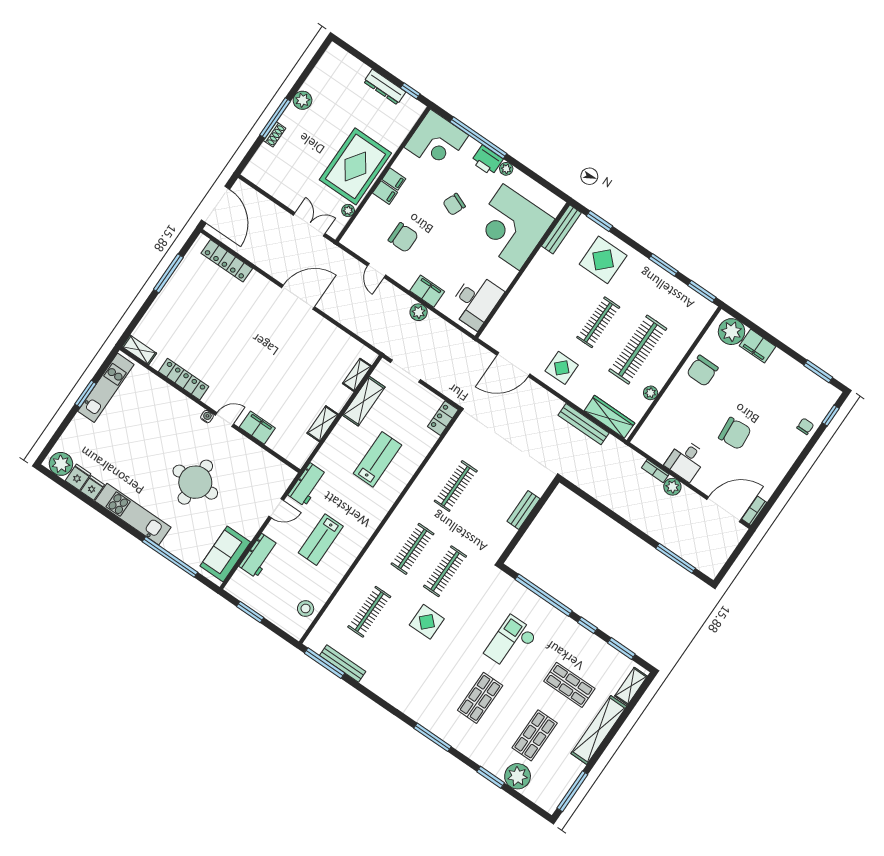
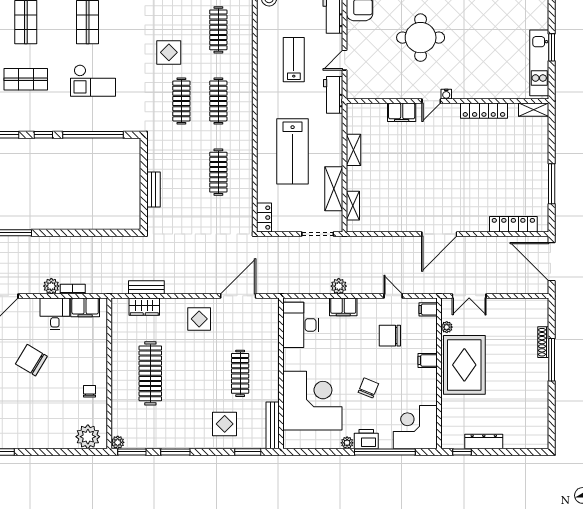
plant: (303, 100) -> (540, 388), removed
shoe rack: (275, 134) -> (543, 342), width x1.43
filing cabinet: (394, 179) -> (428, 309), moved
display table: (603, 260) -> (225, 424), width x0.73, depth x0.73
clothes rail: (598, 322) -> (240, 373), moved
filing cabinet: (758, 346) -> (85, 307), moved, turned 180
chair: (702, 371) -> (89, 391), width x0.54, depth x0.54
plant: (651, 393) -> (118, 442), moved
wardrobe: (609, 417) -> (144, 307), width x0.67
bench: (583, 424) -> (146, 287), width x0.73
chair: (735, 433) -> (31, 360), turned 36
lab bench: (377, 459) -> (293, 151), width x1.36, depth x1.39
checkout: (511, 643) -> (93, 81), turned 90

